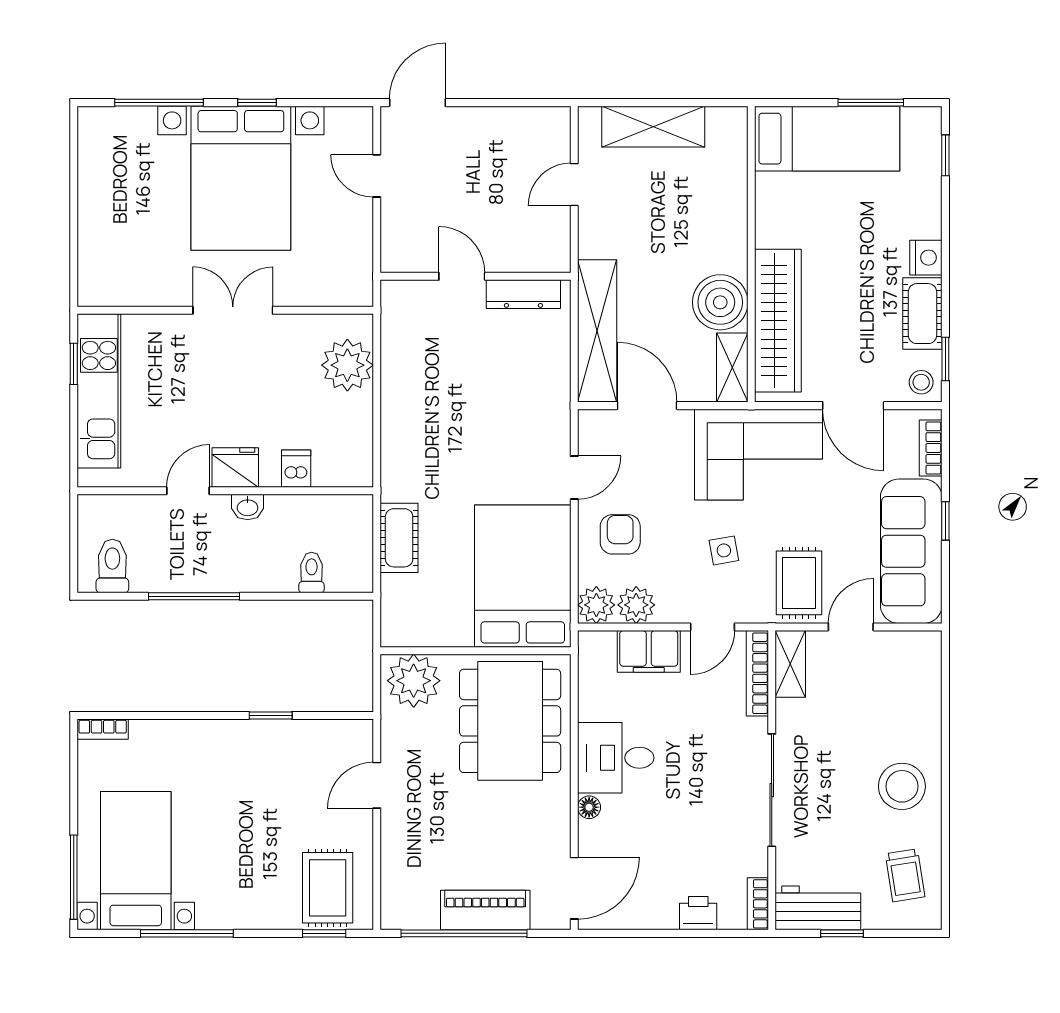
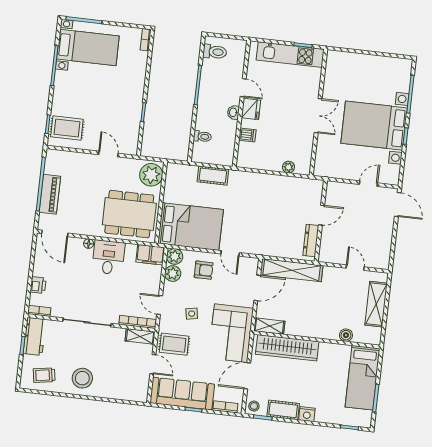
boiler: (720, 302) -> (346, 335), moved, width x0.54, depth x0.54
plant: (347, 365) -> (289, 167), width x0.53, depth x0.53
filing cabinet: (649, 651) -> (150, 255), moved, turned -90

